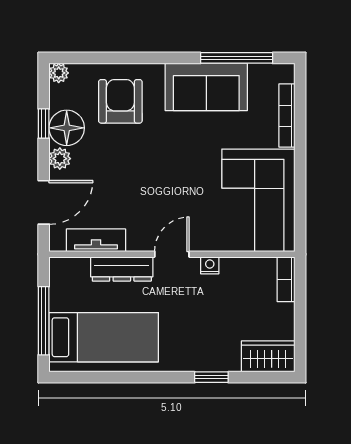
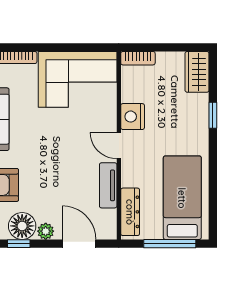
tv unit: (96, 240) -> (108, 185), moved
nightstand: (210, 265) -> (133, 117), width x1.89, depth x1.79
dresser: (122, 269) -> (130, 212), moved

